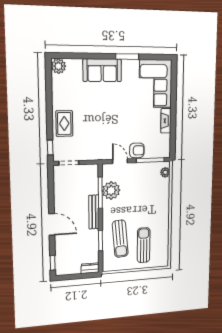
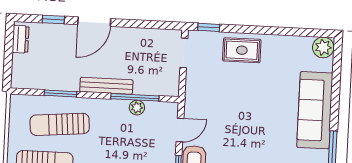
sofa: (102, 70) -> (315, 110), width x1.36
plant: (111, 190) -> (137, 108), width x0.53, depth x0.53
window: (53, 263) -> (53, 20), moved
dresser: (90, 268) -> (21, 39), moved

